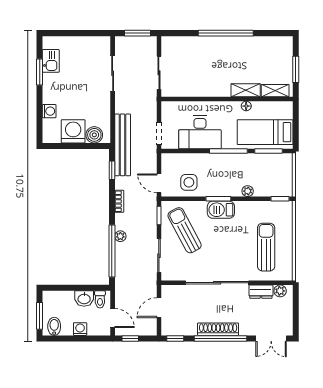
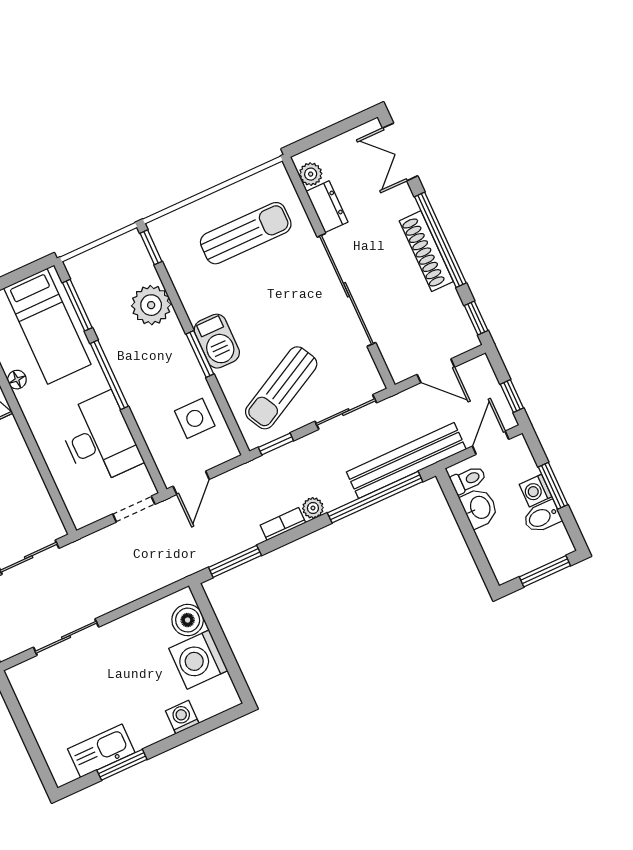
kitchen sink: (51, 61) -> (101, 751), width x1.38
bench: (123, 145) -> (406, 461), moved
window: (112, 170) -> (235, 561), width x1.50
door: (159, 183) -> (191, 483), moved
plant: (248, 191) -> (151, 305), width x1.87, depth x1.87
plant: (120, 236) -> (313, 508), moved
sun lounger: (266, 247) -> (246, 233), turned 180
bidet: (54, 326) -> (542, 517), moved
window: (78, 338) -> (553, 486), added
double door: (271, 338) -> (400, 152), swing flipped

